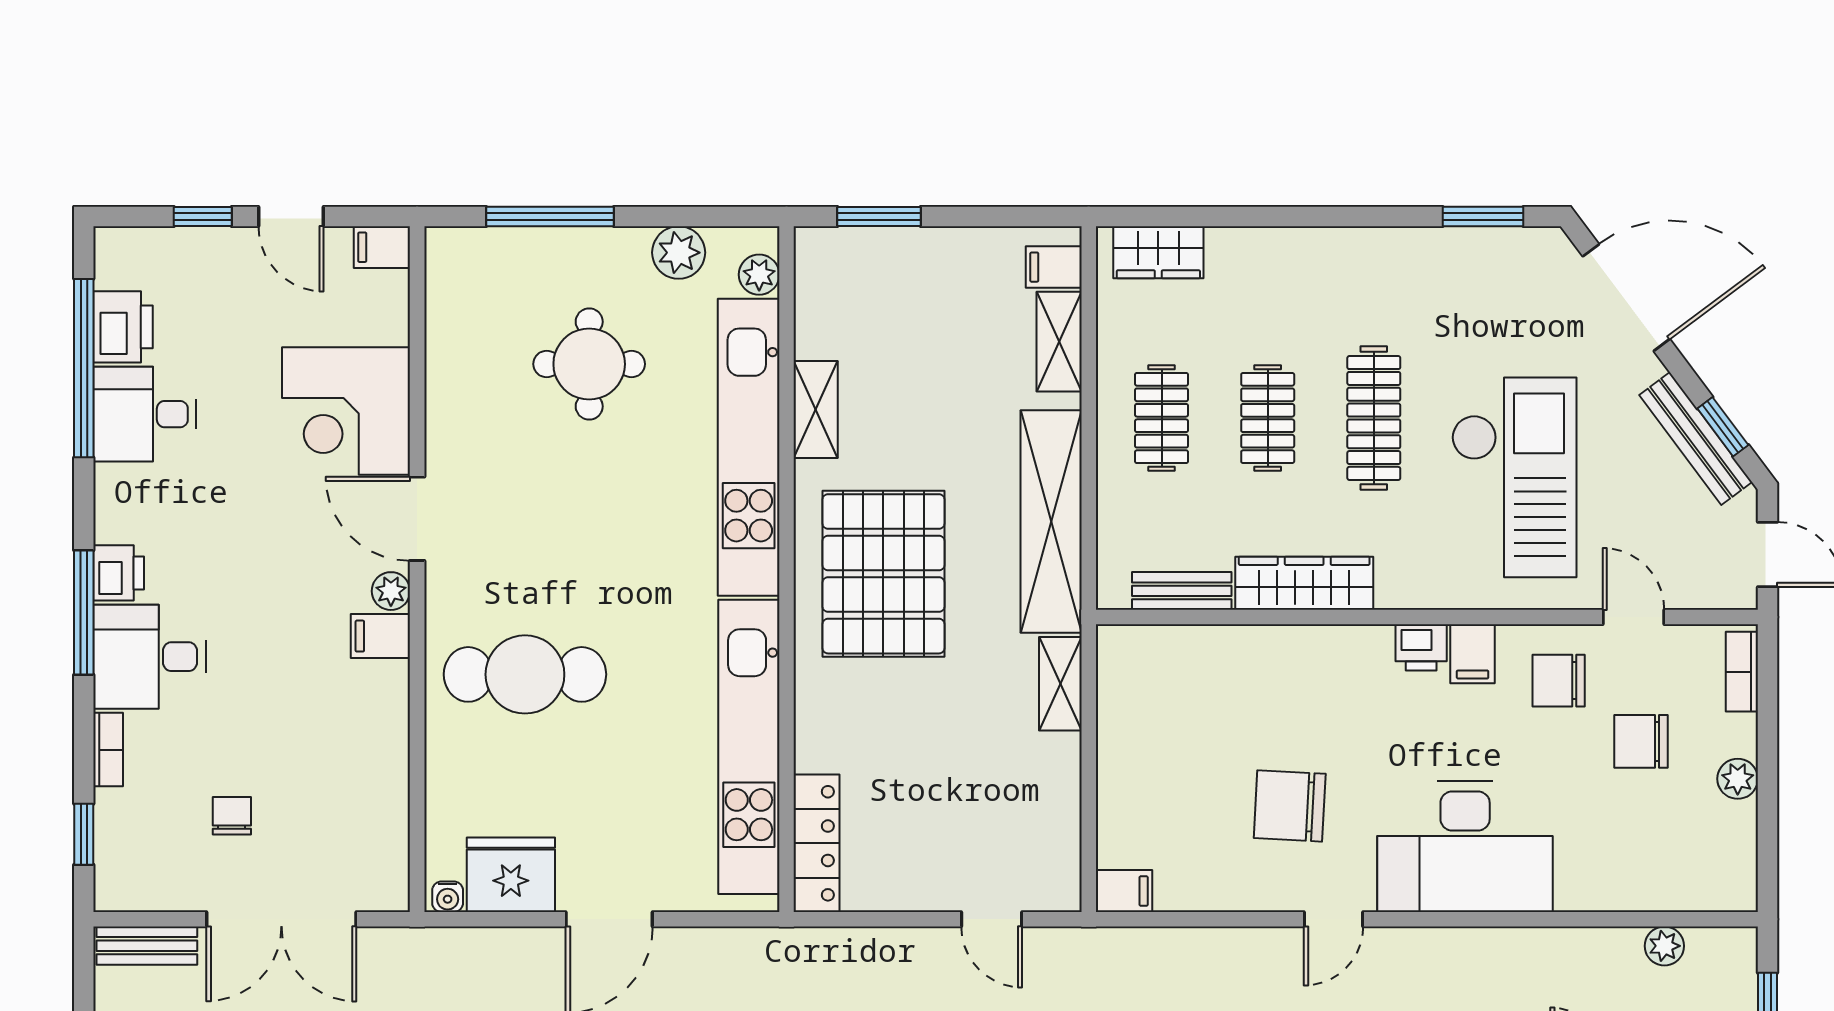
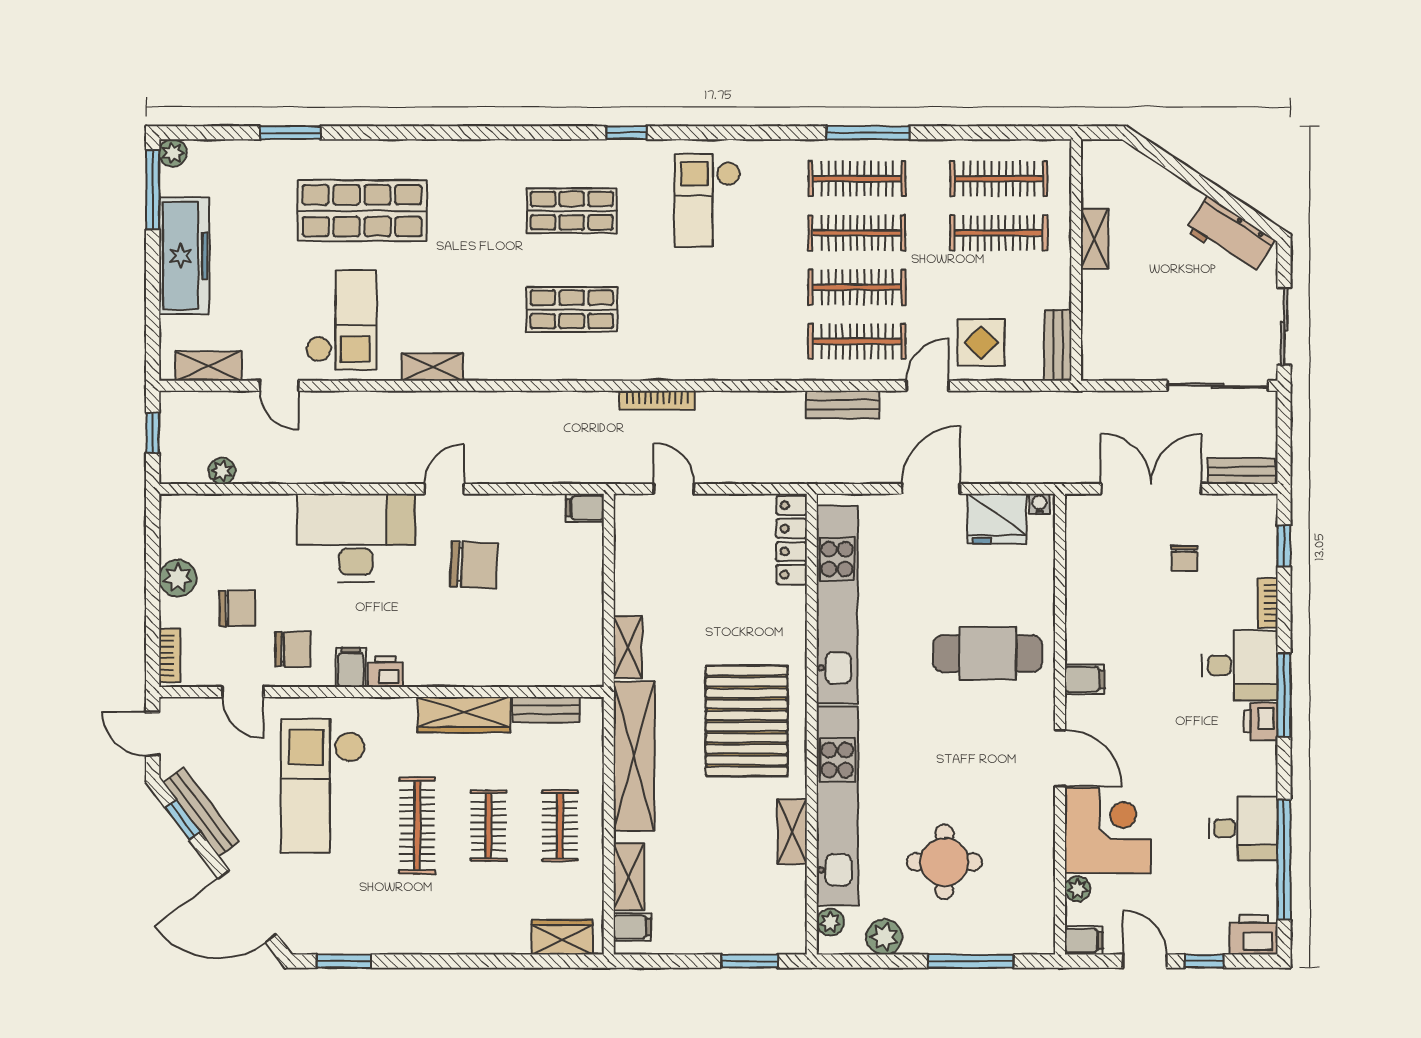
printer: (123, 327) -> (1253, 935), moved, turned 90
plant: (391, 591) -> (1078, 889), moved
plant: (1738, 779) -> (178, 578), width x1.38, depth x1.38

